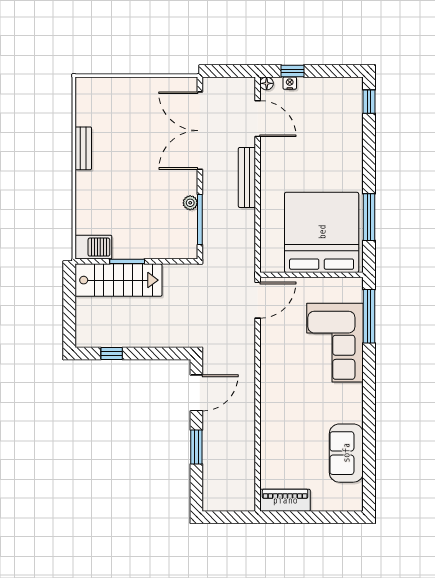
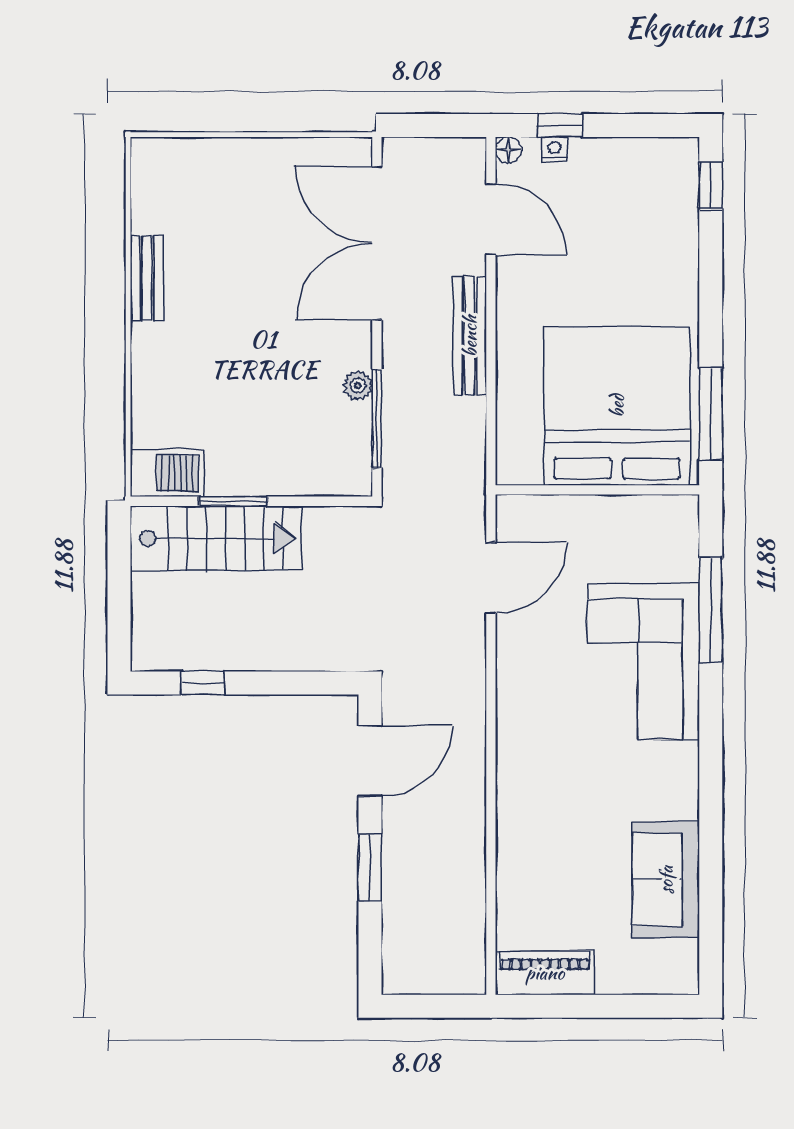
bed: (322, 232) -> (617, 406), moved
wall: (312, 275) -> (597, 490), moved

